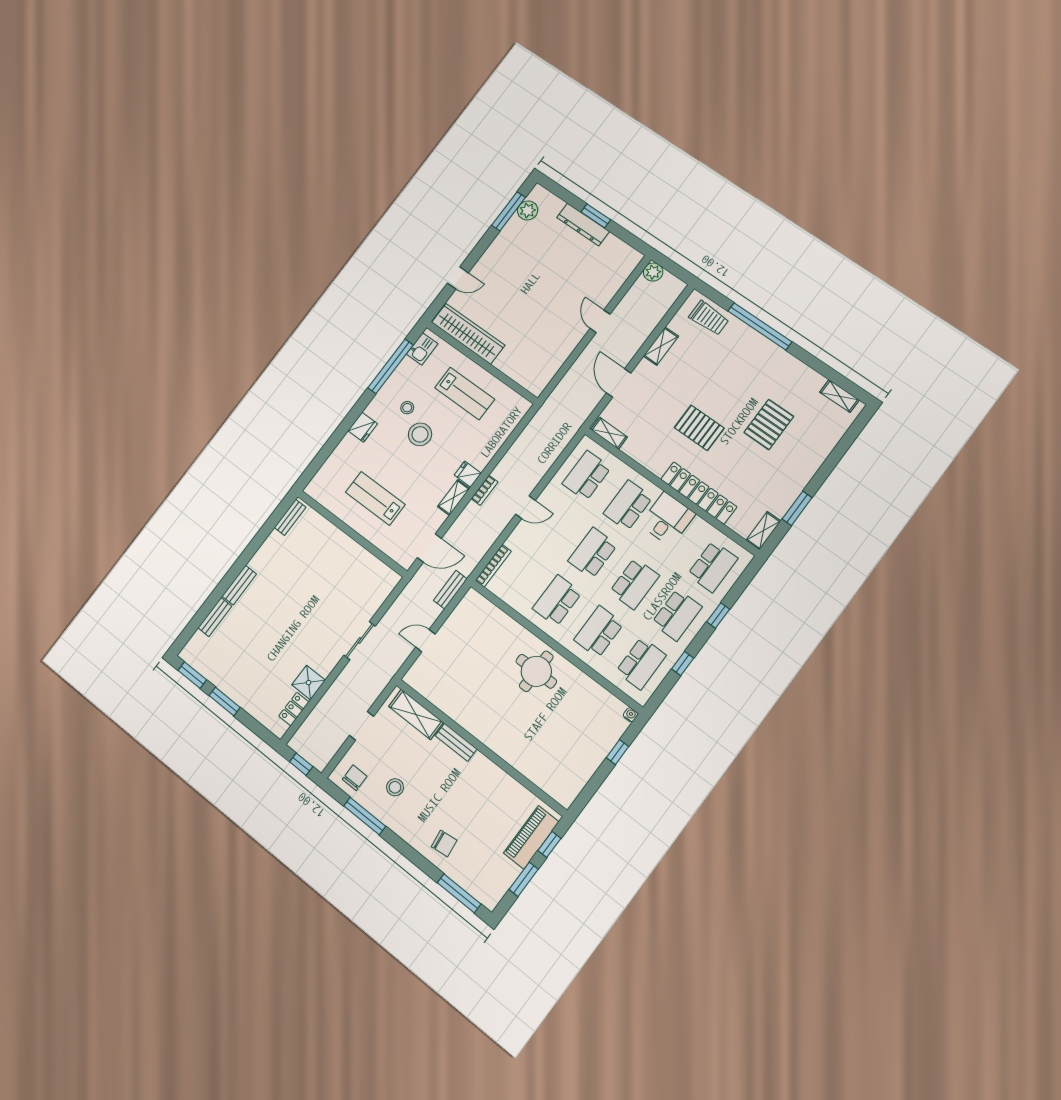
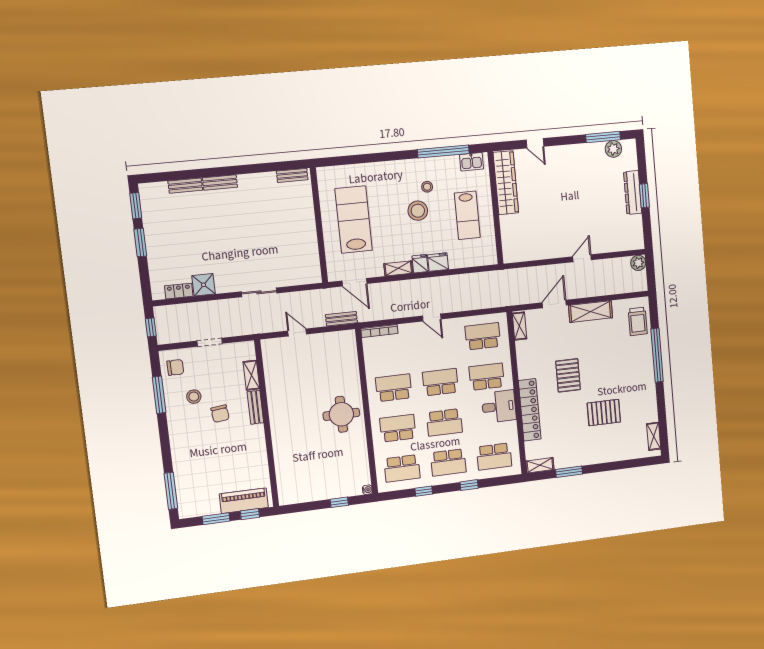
shelving: (661, 346) -> (591, 312), width x1.50, depth x1.33
fridge: (363, 427) -> (438, 262), moved, turned 180
bookcase: (484, 490) -> (420, 283), removed
lab bench: (375, 498) -> (354, 220), width x1.36, depth x1.39
shelving: (416, 714) -> (251, 375), width x0.67, depth x0.75
chair: (444, 843) -> (220, 414), moved

